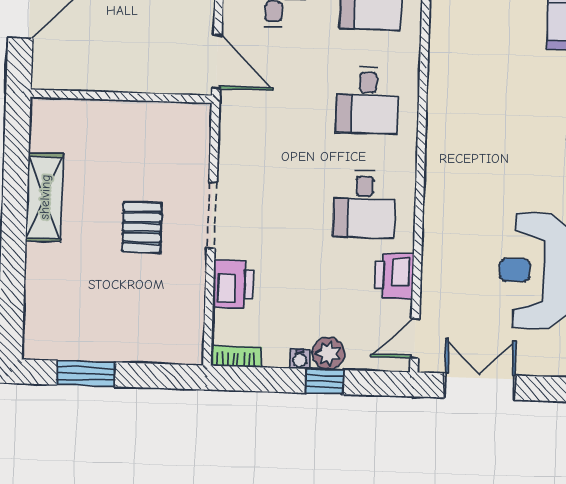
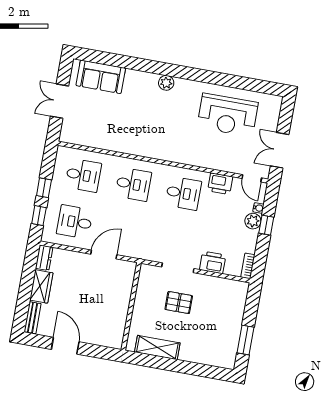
wall: (121, 96) -> (131, 306), moved
water cooler: (300, 359) -> (258, 208), moved

